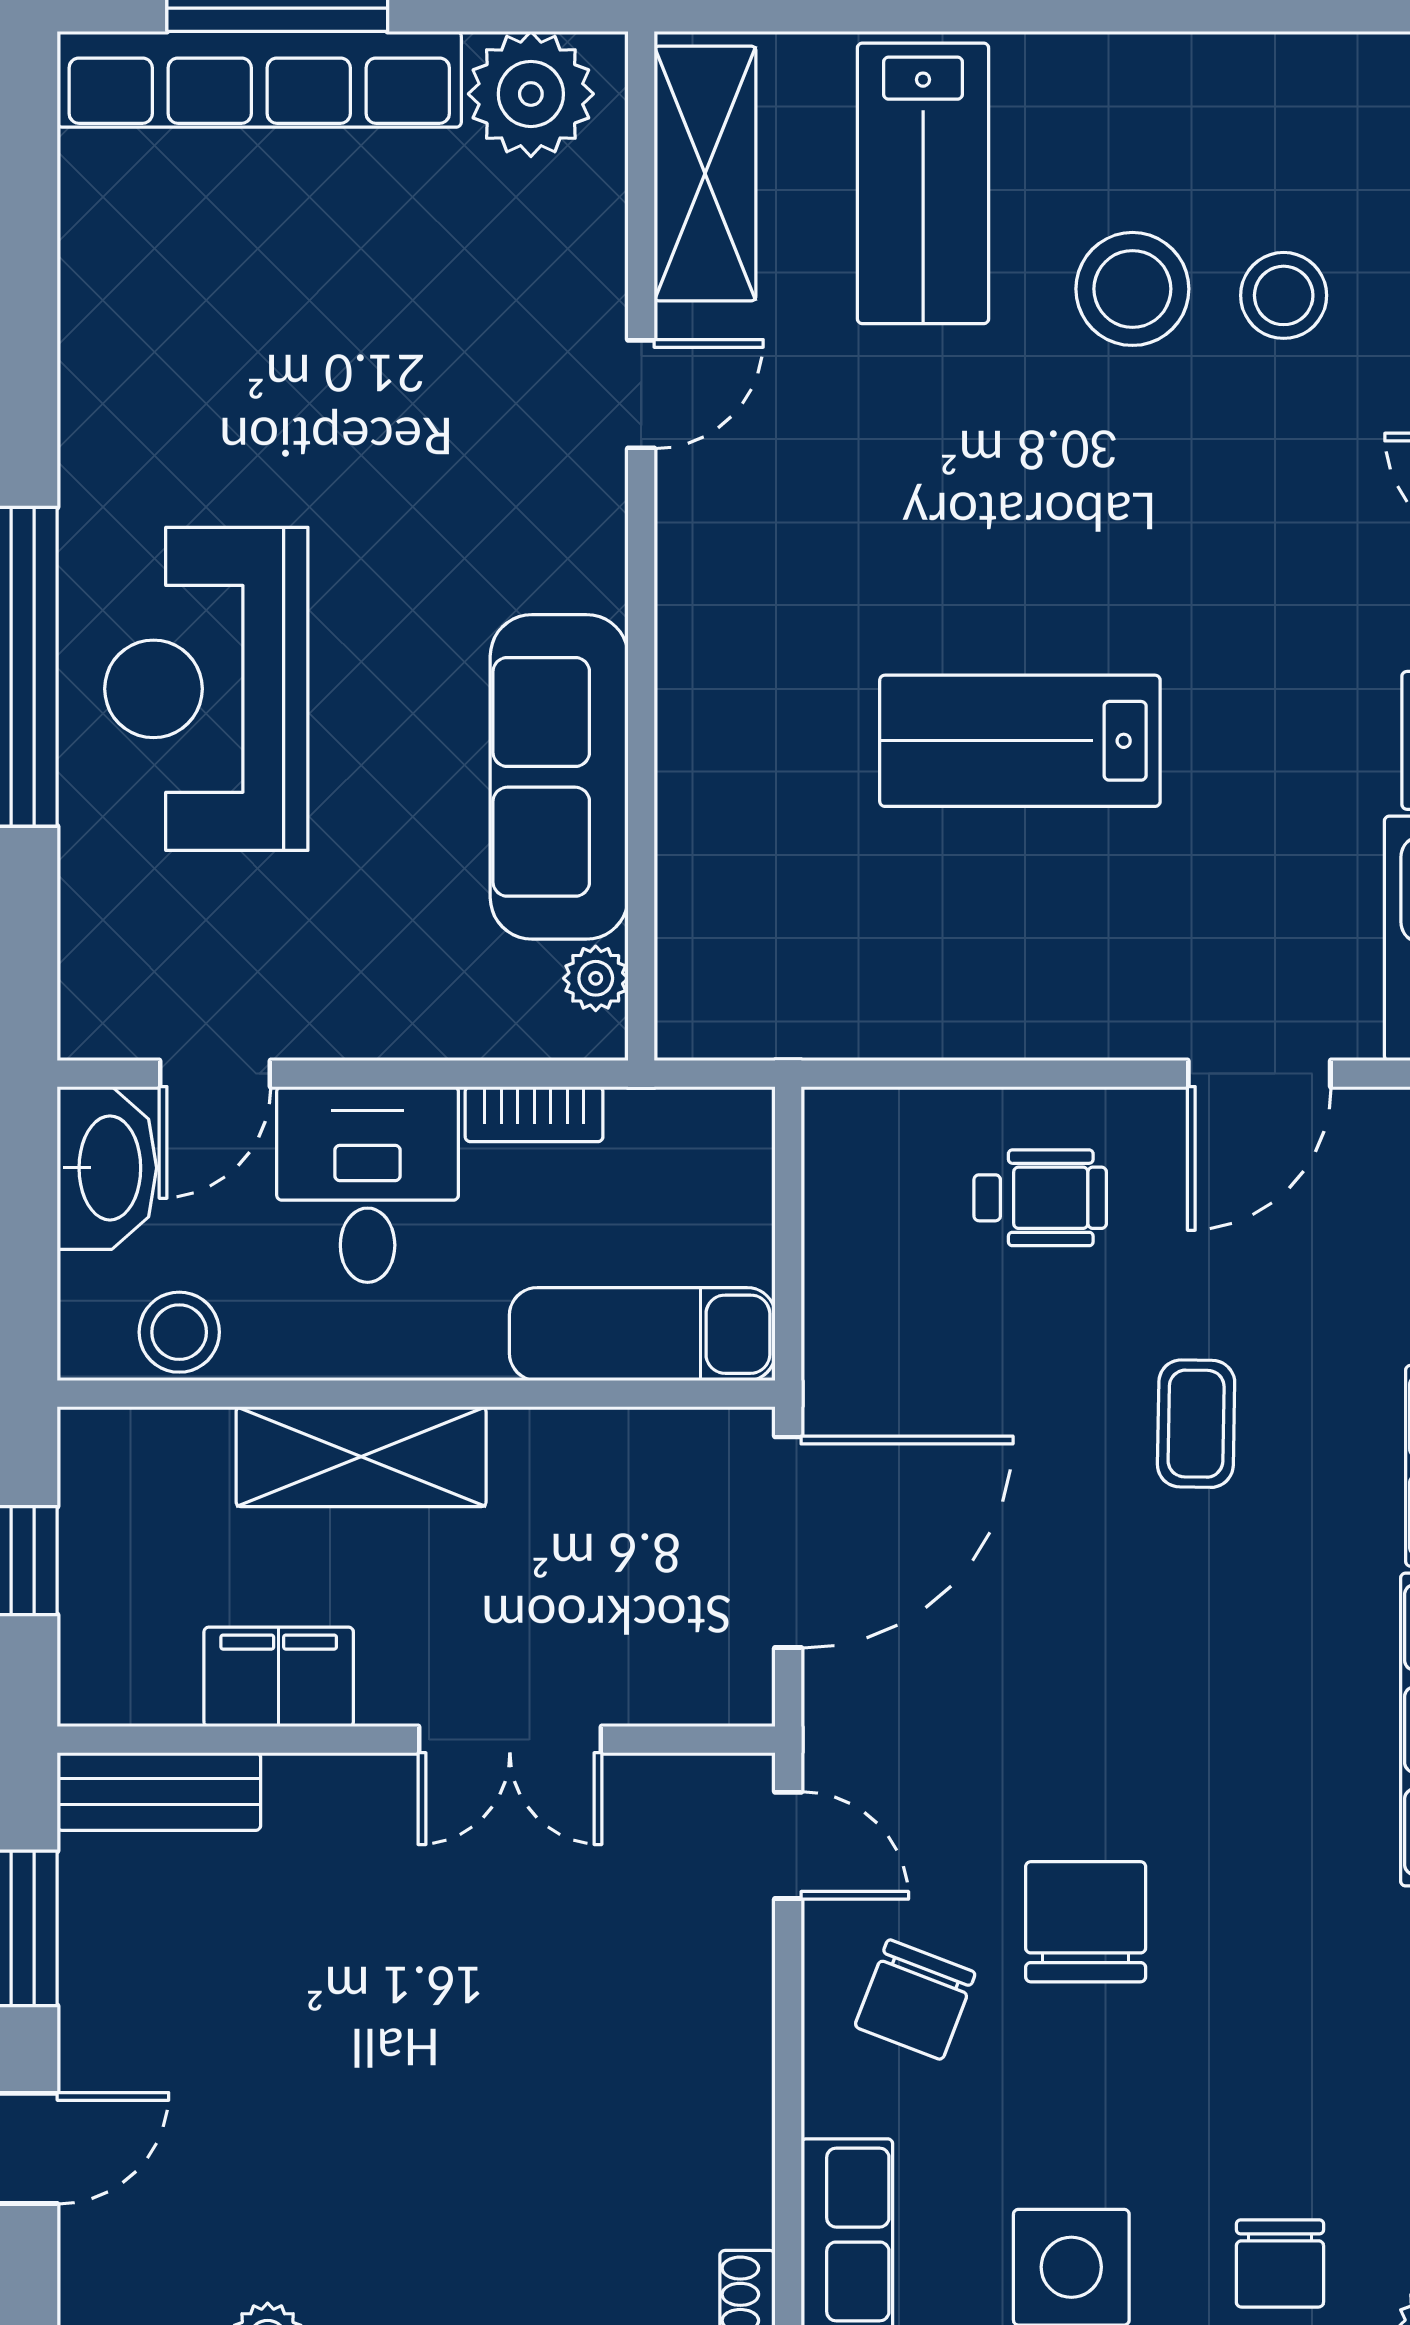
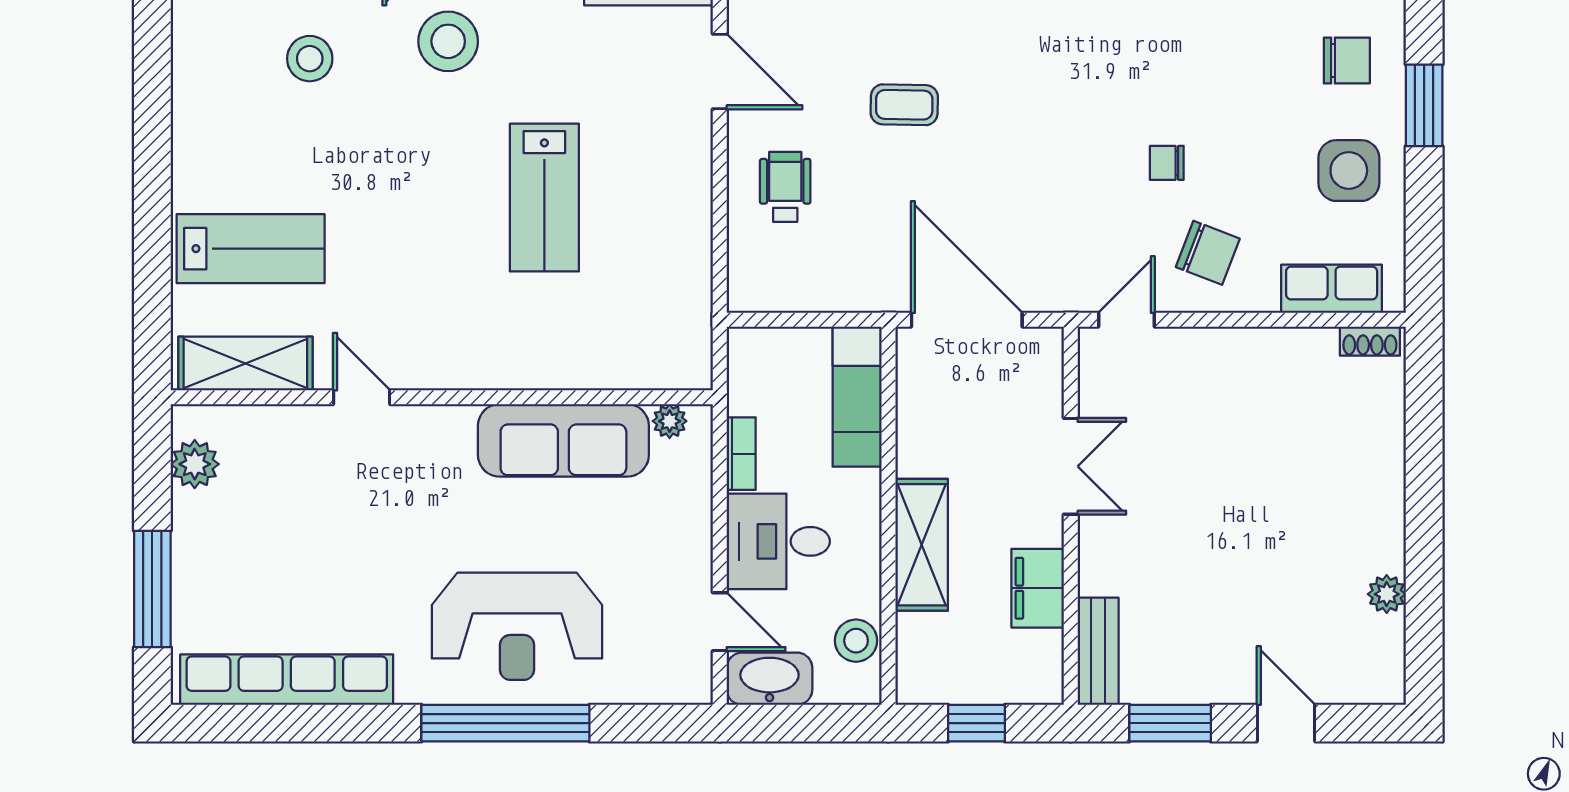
row of seats: (259, 79) -> (287, 680), moved, turned -90
plant: (531, 94) -> (195, 464), width x0.73, depth x0.73
stool: (1132, 289) -> (448, 41), moved
chair: (1086, 1922) -> (1167, 163), width x0.54, depth x0.54

